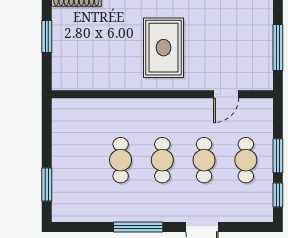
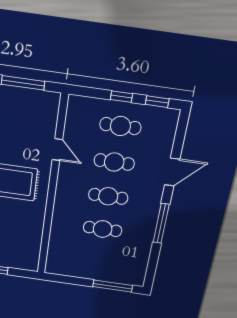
door: (226, 94) -> (57, 150), moved
window: (278, 156) -> (122, 97), width x0.67
window: (47, 184) -> (113, 286), width x1.44

